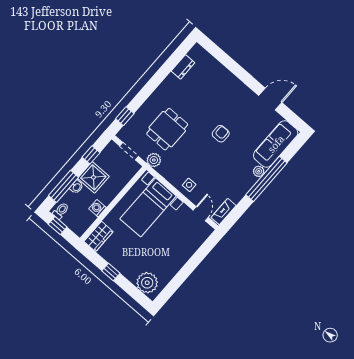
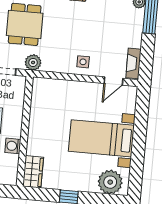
bed with nightstands: (148, 207) -> (101, 138), moved, turned 90
door: (201, 214) -> (113, 81), swing flipped

